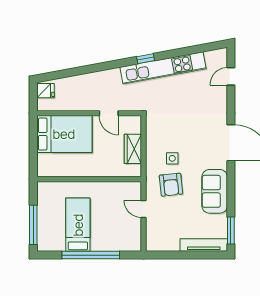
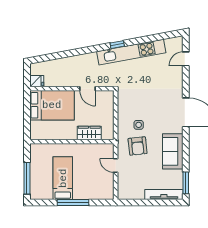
fridge: (45, 91) -> (37, 81), moved
wardrobe: (133, 149) -> (89, 133), moved, turned 90
window: (91, 255) -> (73, 203), width x0.68

